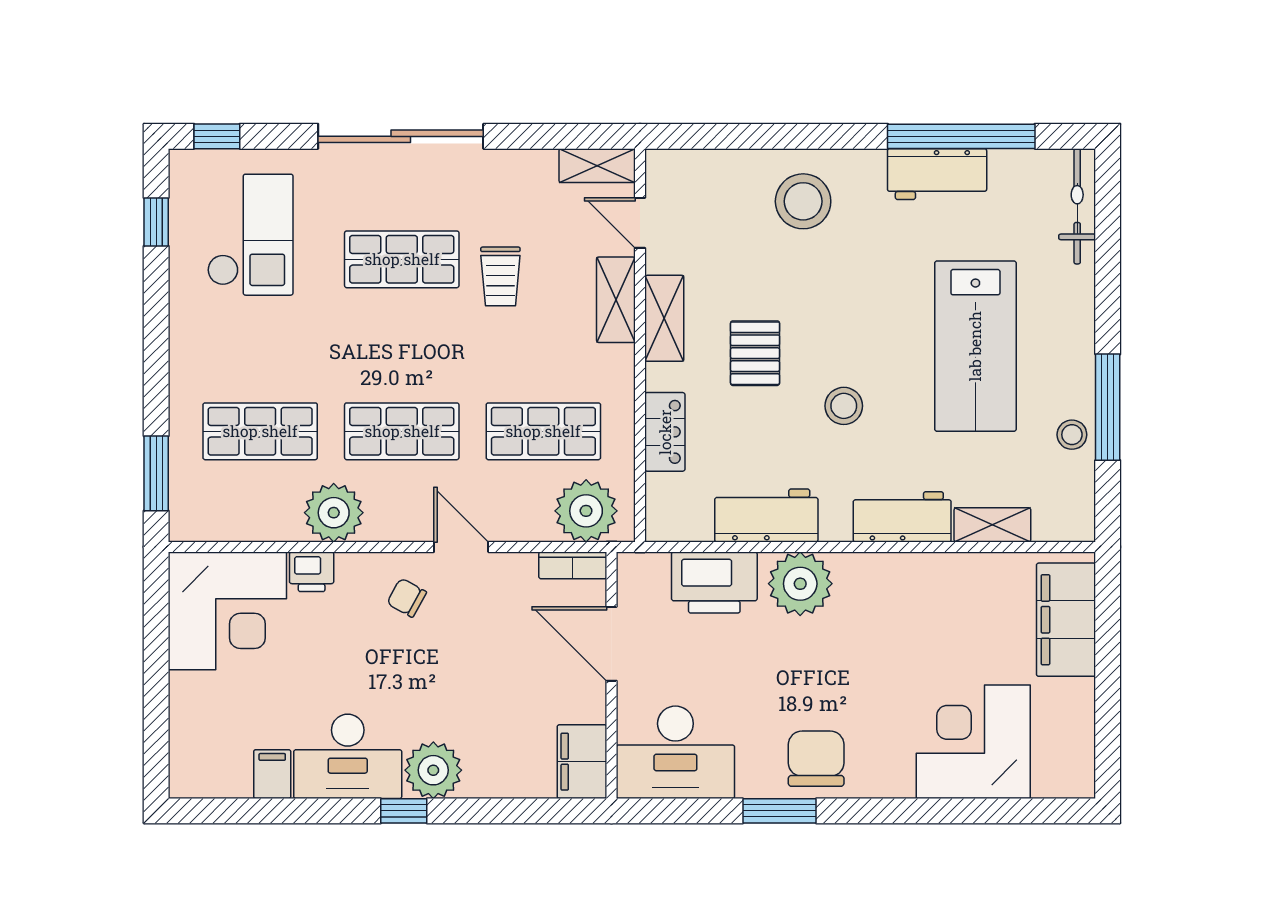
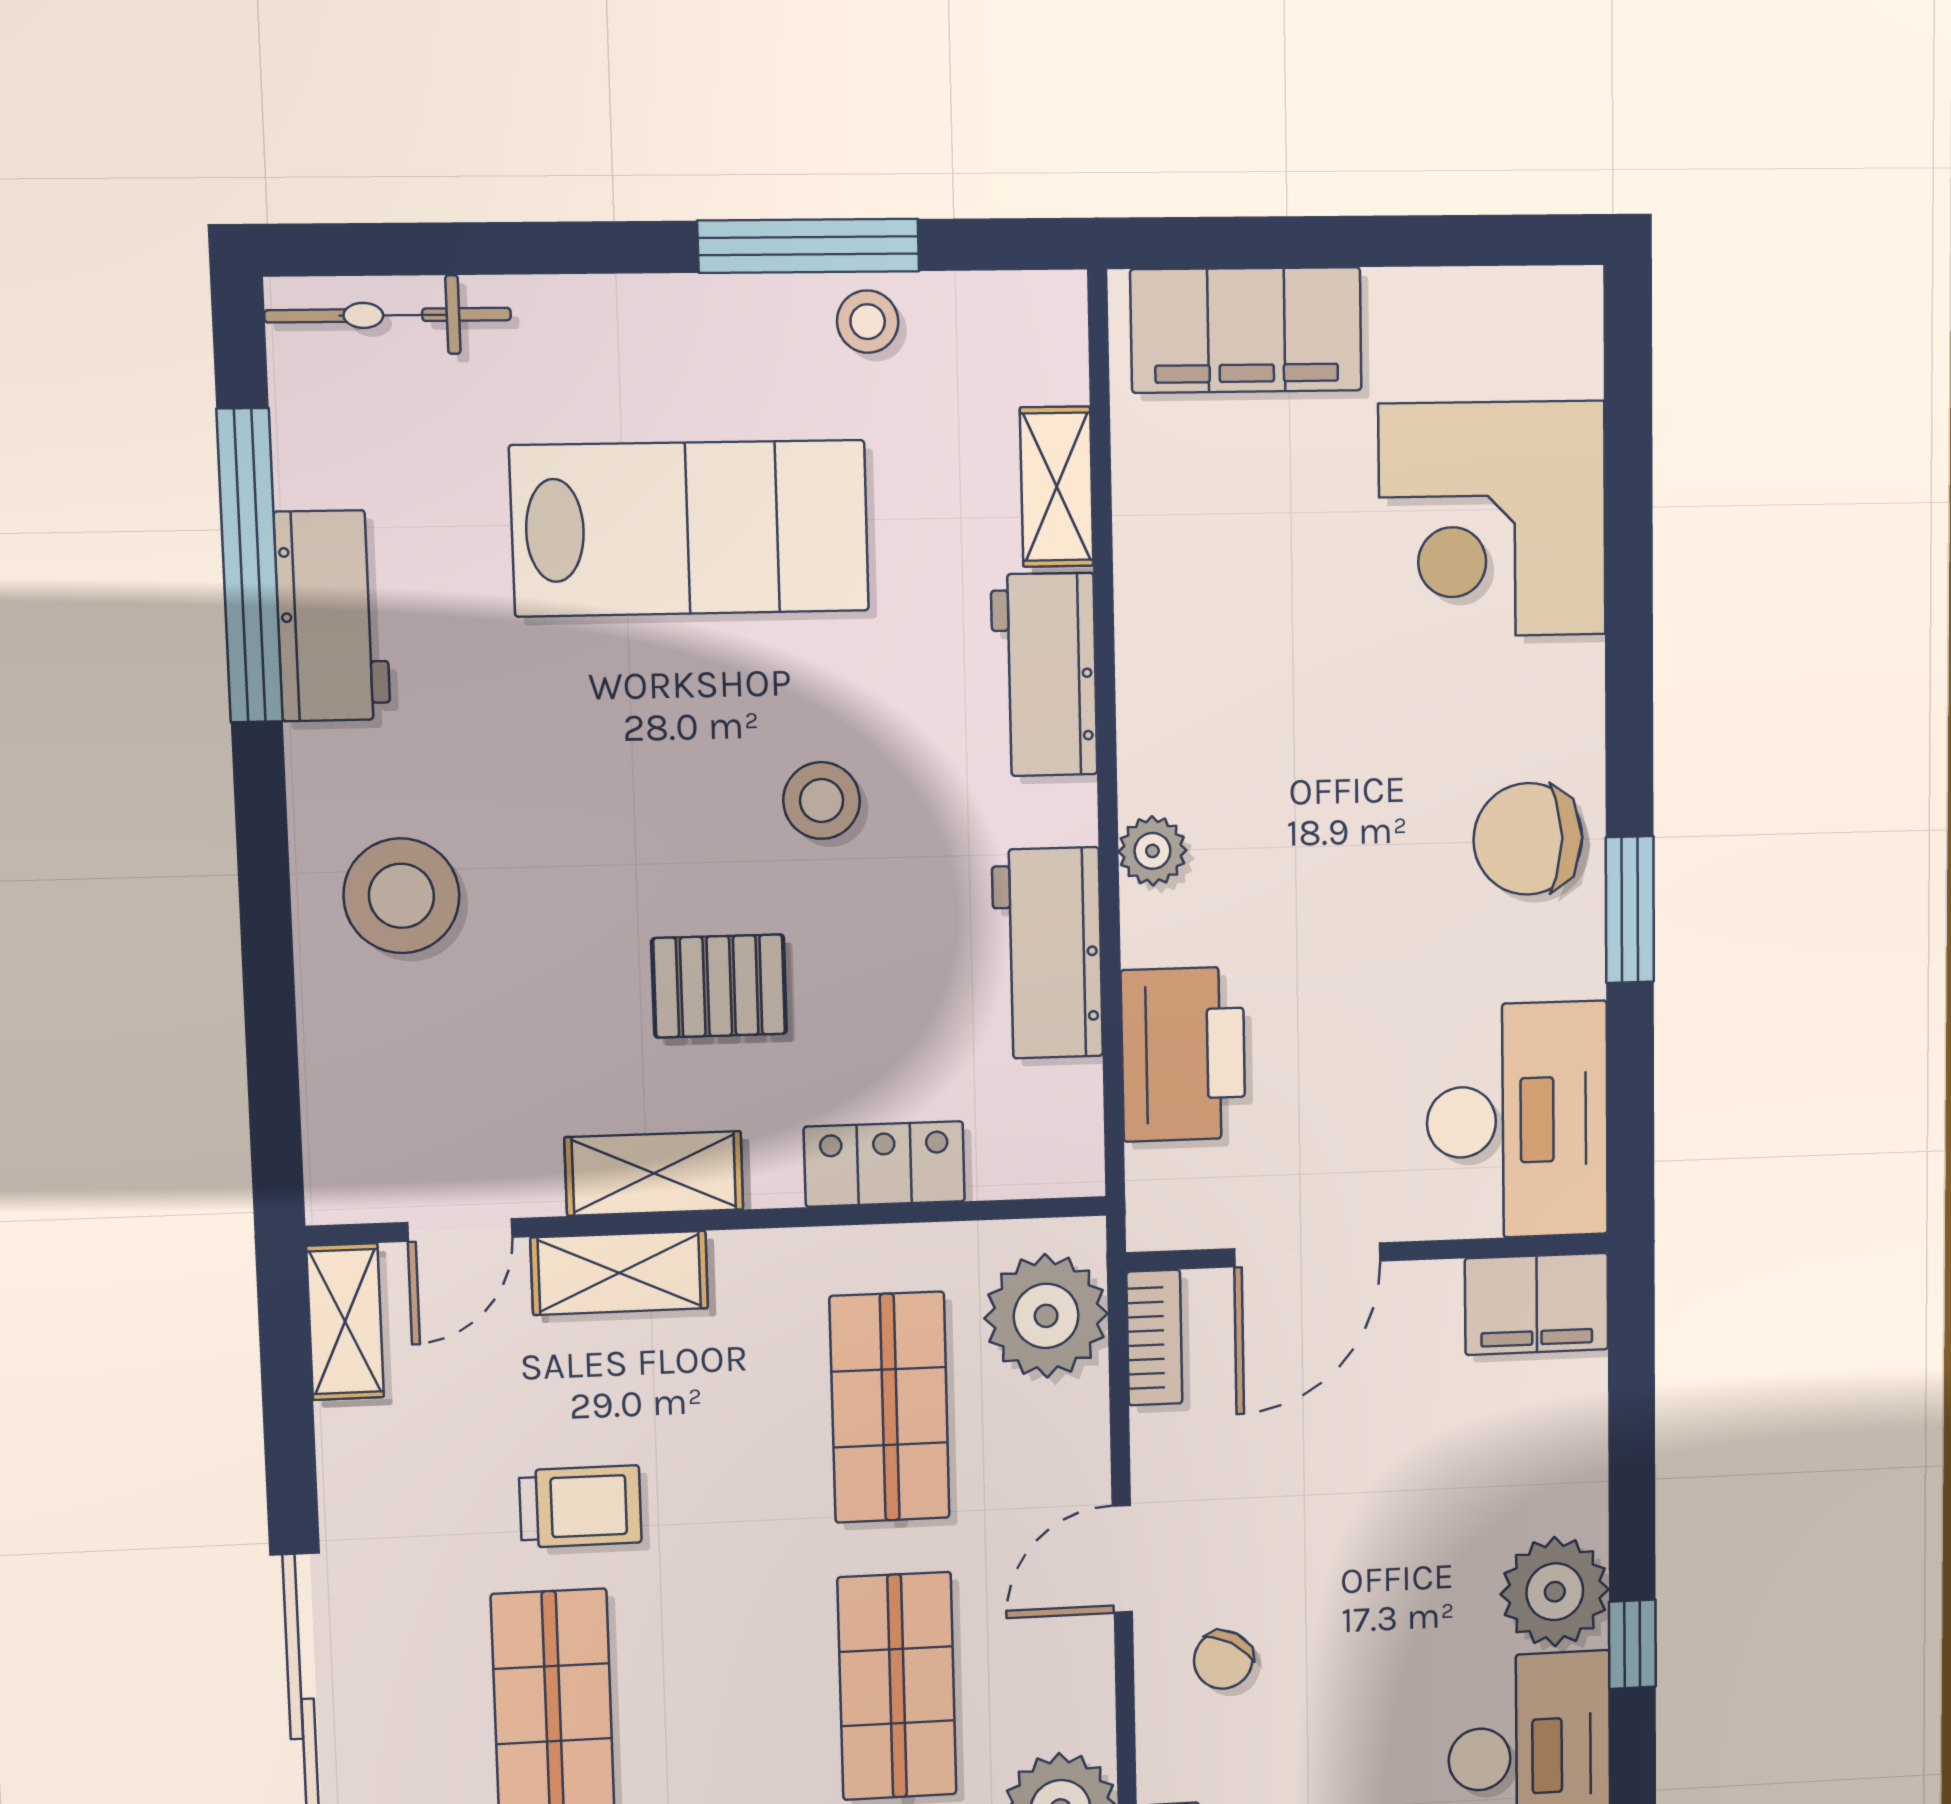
plant: (800, 584) -> (1152, 851), width x0.53, depth x0.53

